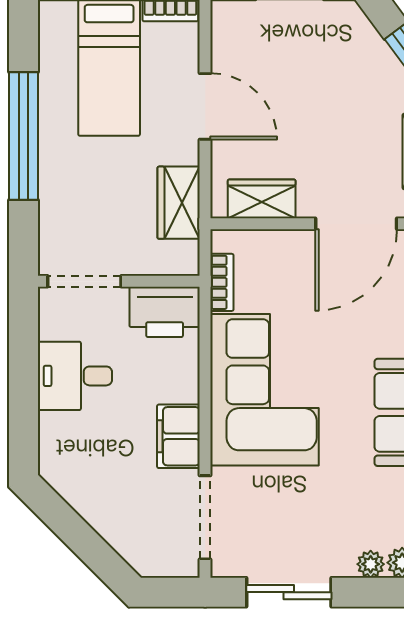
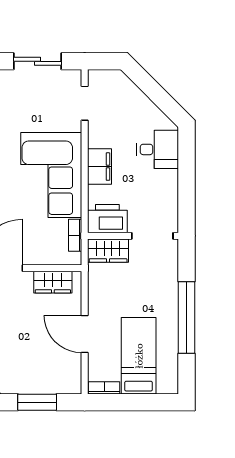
wardrobe: (179, 203) -> (108, 251), moved, turned 90
desk: (75, 376) -> (158, 149), moved
filing cabinet: (178, 436) -> (100, 167), moved
doorway: (205, 517) -> (85, 103), width x0.73

